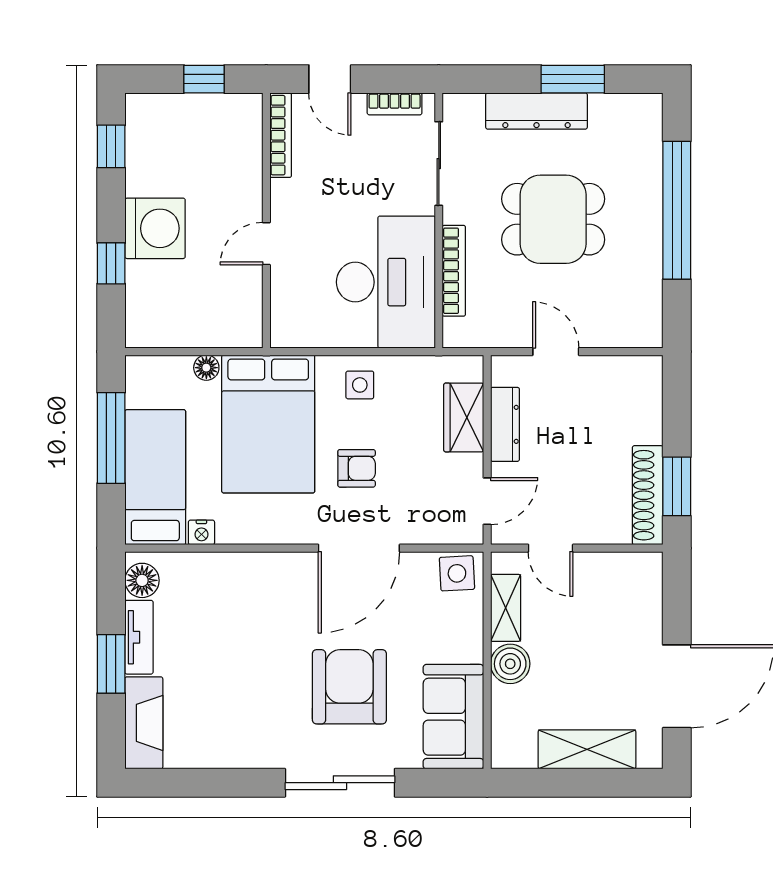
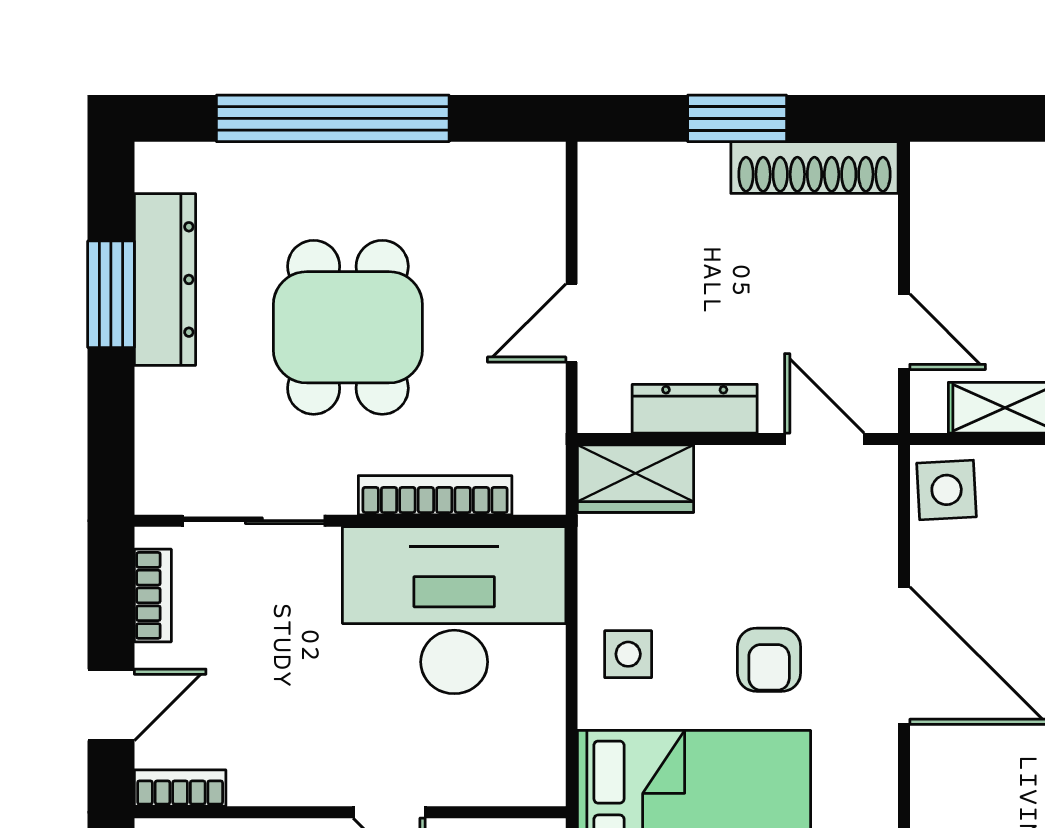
dresser: (537, 111) -> (165, 279), moved
bookcase: (281, 135) -> (180, 788), width x0.64
wardrobe: (464, 417) -> (636, 479), moved
armchair: (357, 468) -> (769, 660), turned 180
window: (677, 486) -> (737, 118), moved
door: (551, 548) -> (904, 332), hinge flipped

